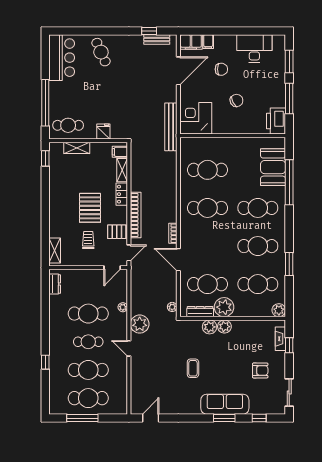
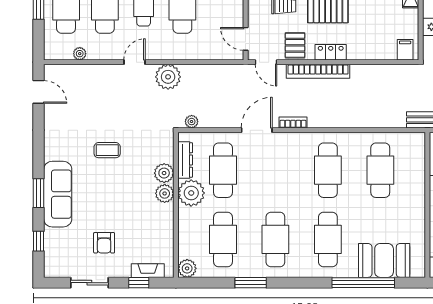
shelving: (122, 170) -> (380, 53), removed
locker: (122, 194) -> (331, 52), moved
plant: (123, 307) -> (80, 54), moved
sliding door: (289, 393) -> (89, 283), moved

